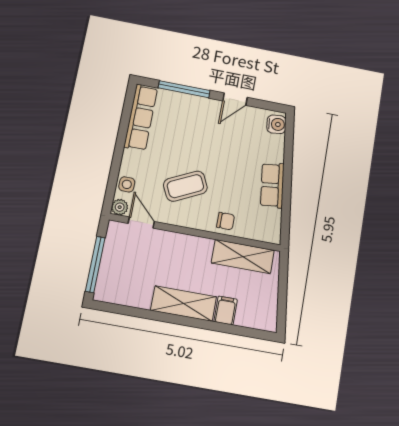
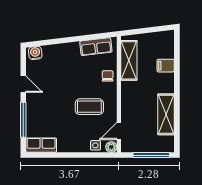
row of seats: (141, 117) -> (41, 145), width x0.68
row of seats: (272, 185) -> (96, 47), moved
coffee table: (185, 186) -> (89, 107), turned -64
shelving: (184, 304) -> (166, 114), moved

